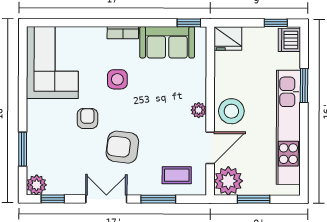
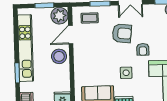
plant: (199, 110) -> (78, 56), removed

